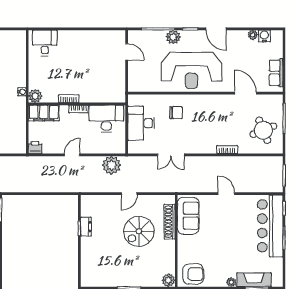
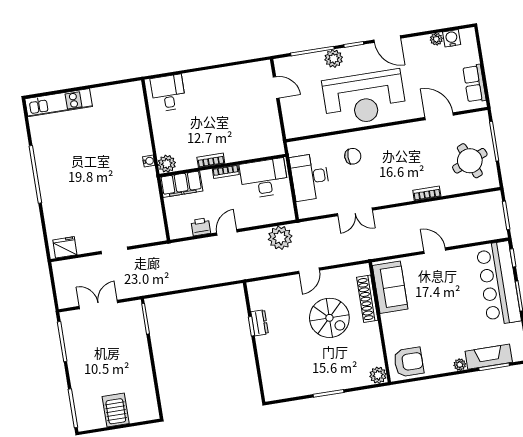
printer: (35, 147) -> (201, 227), moved
spiral stairs: (139, 231) -> (329, 318), turned -90

